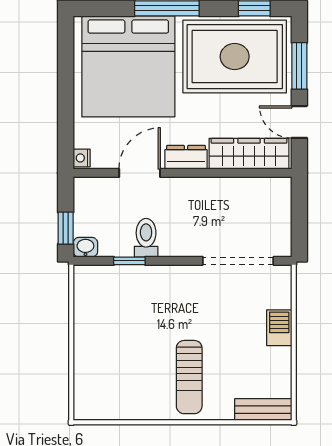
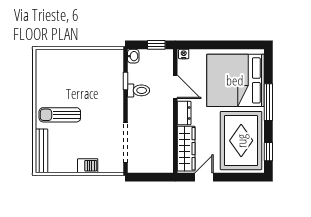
window: (299, 66) -> (236, 177), removed
window: (66, 228) -> (156, 45), moved
bench: (263, 410) -> (41, 151), width x1.36

